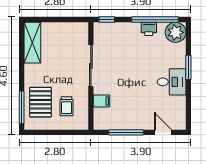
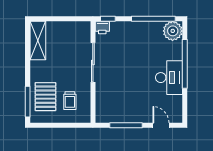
printer: (149, 29) -> (102, 28), moved
window: (188, 67) -> (185, 64), width x2.11
desk: (172, 82) -> (169, 78), width x1.37
filing cabinet: (102, 101) -> (103, 96), removed

